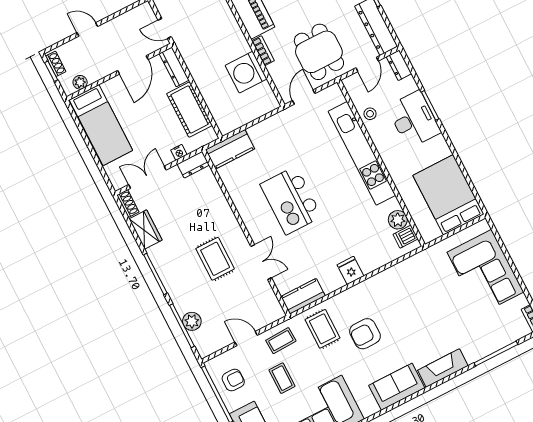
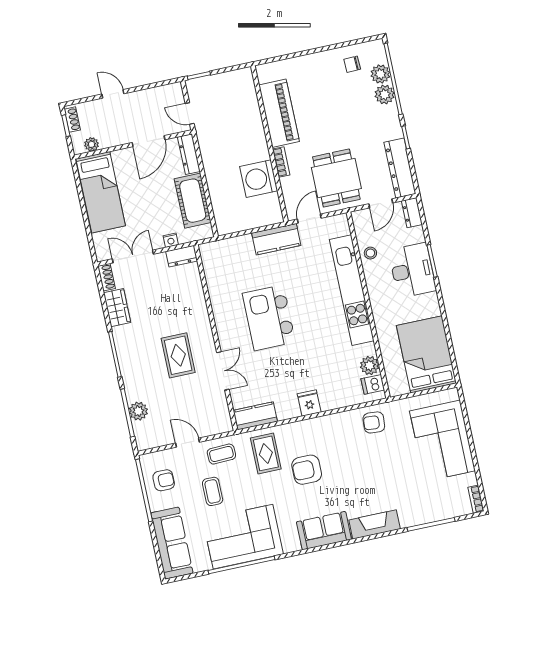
kitchen counter: (230, 149) -> (276, 239), moved
armchair: (416, 272) -> (374, 422), added

